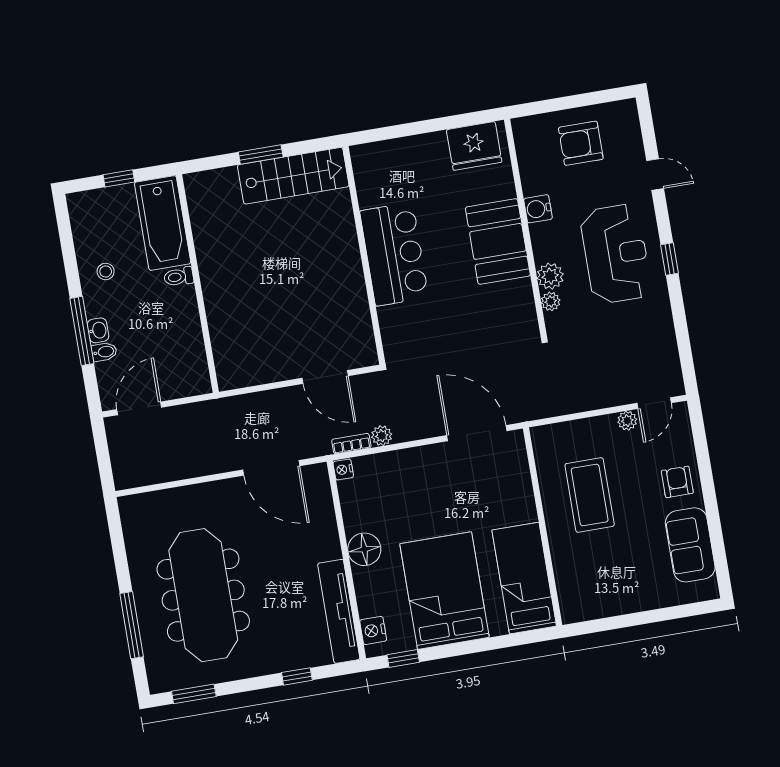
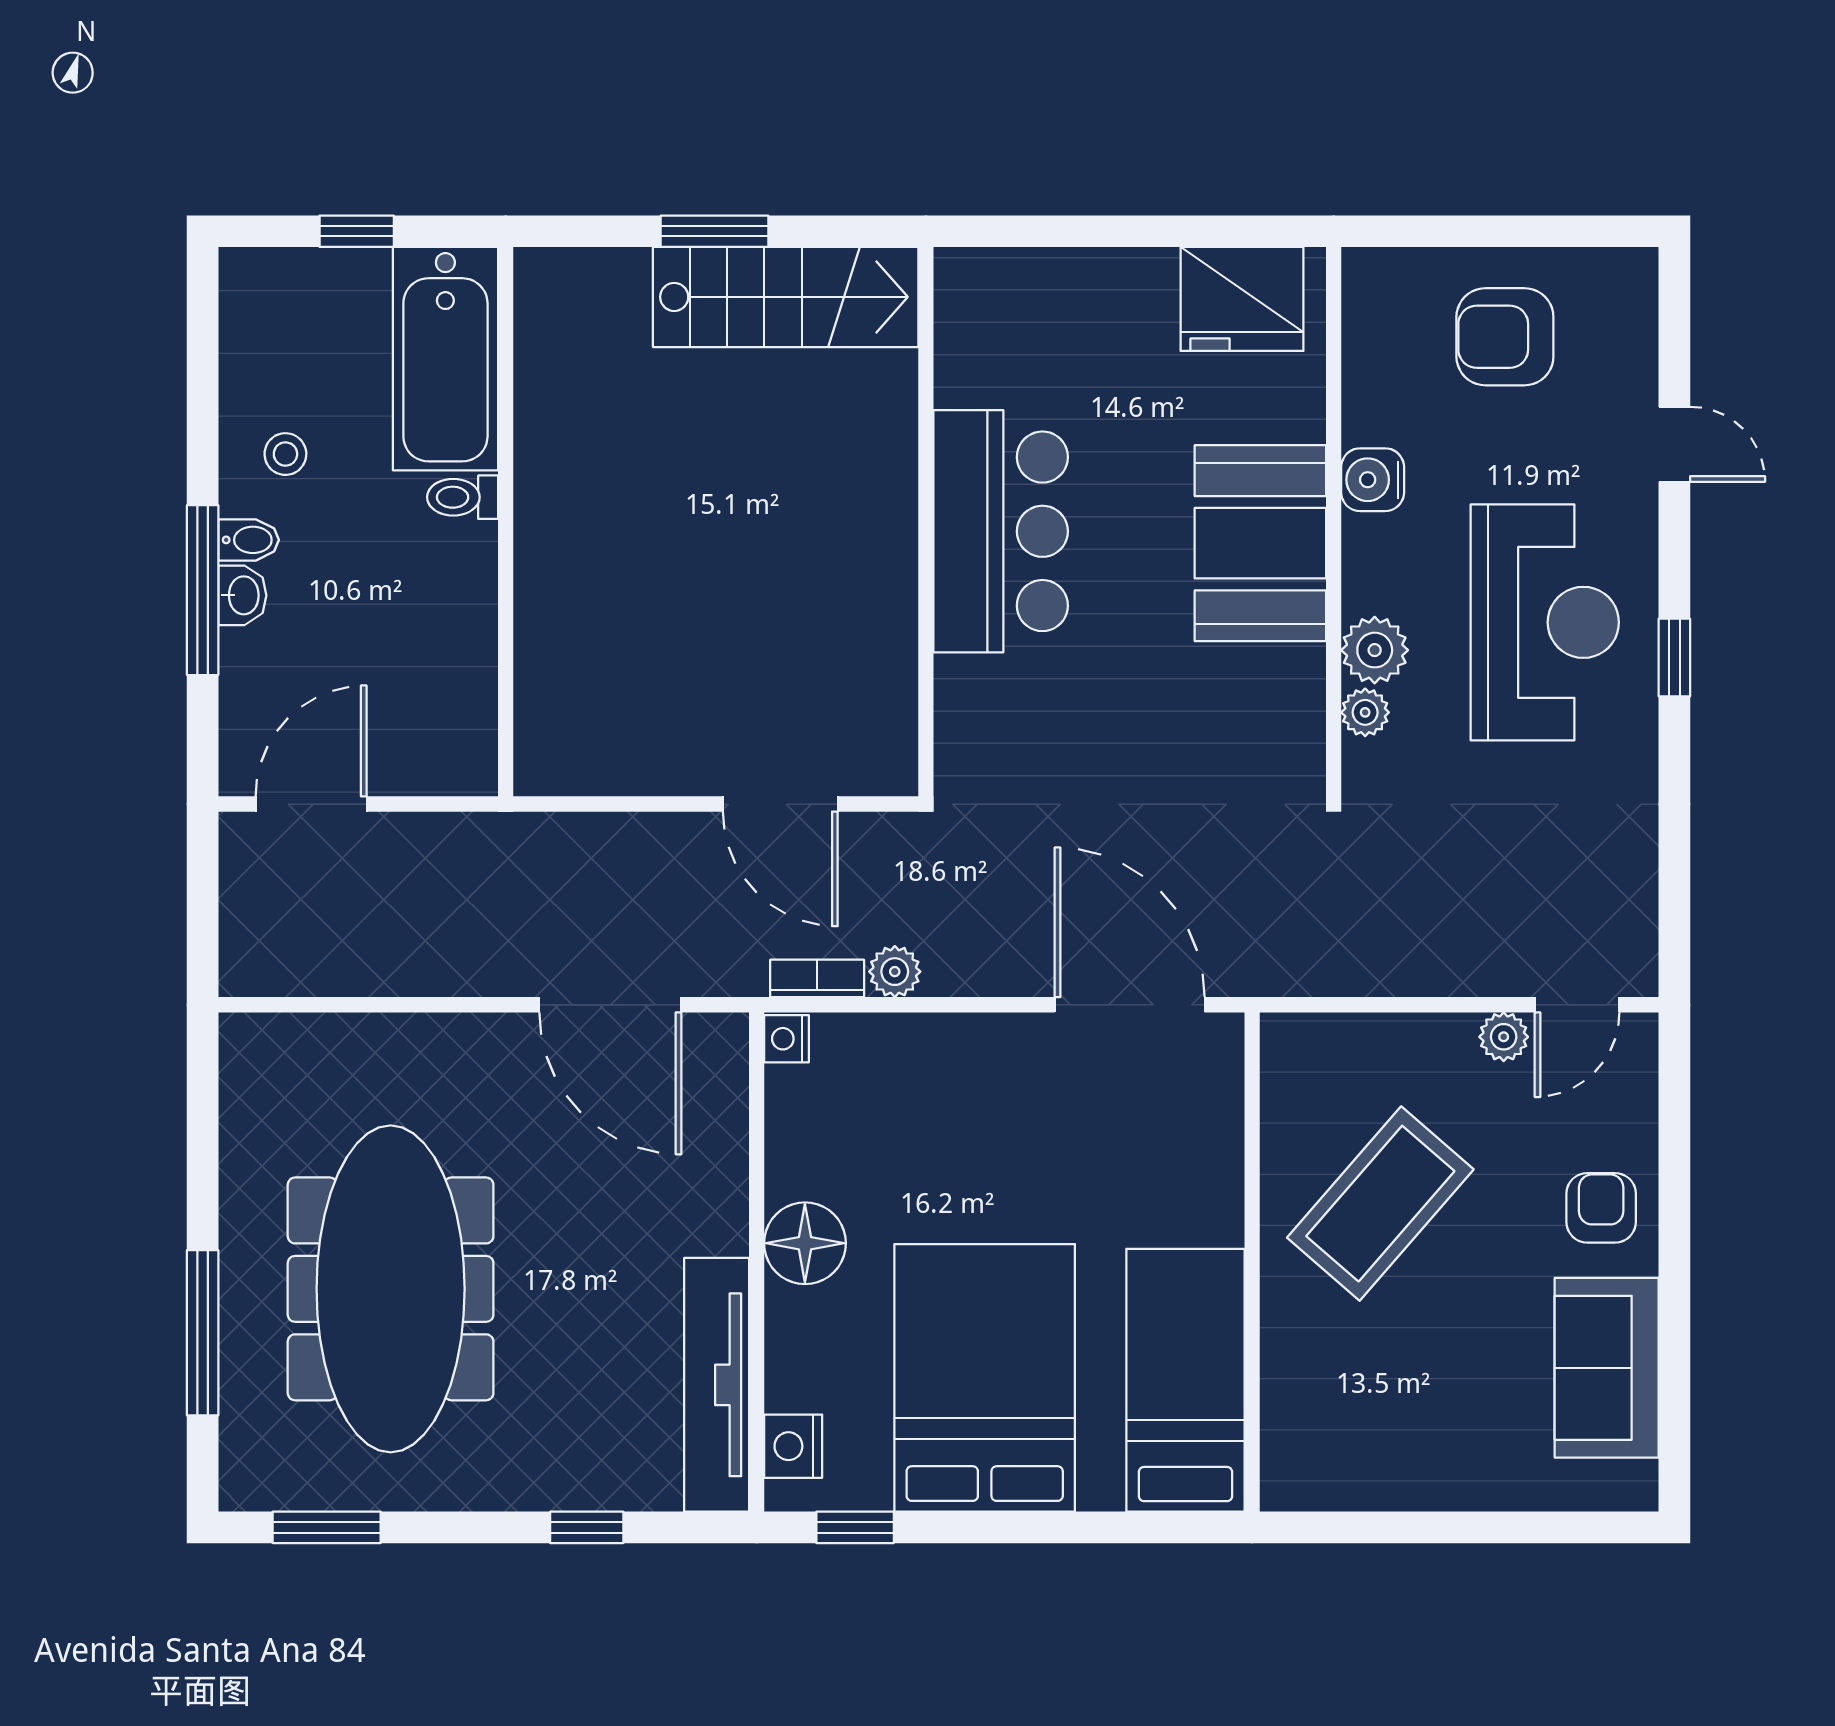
bidet: (104, 352) -> (249, 540), moved
coffee table: (590, 495) -> (1380, 1204), turned 41

